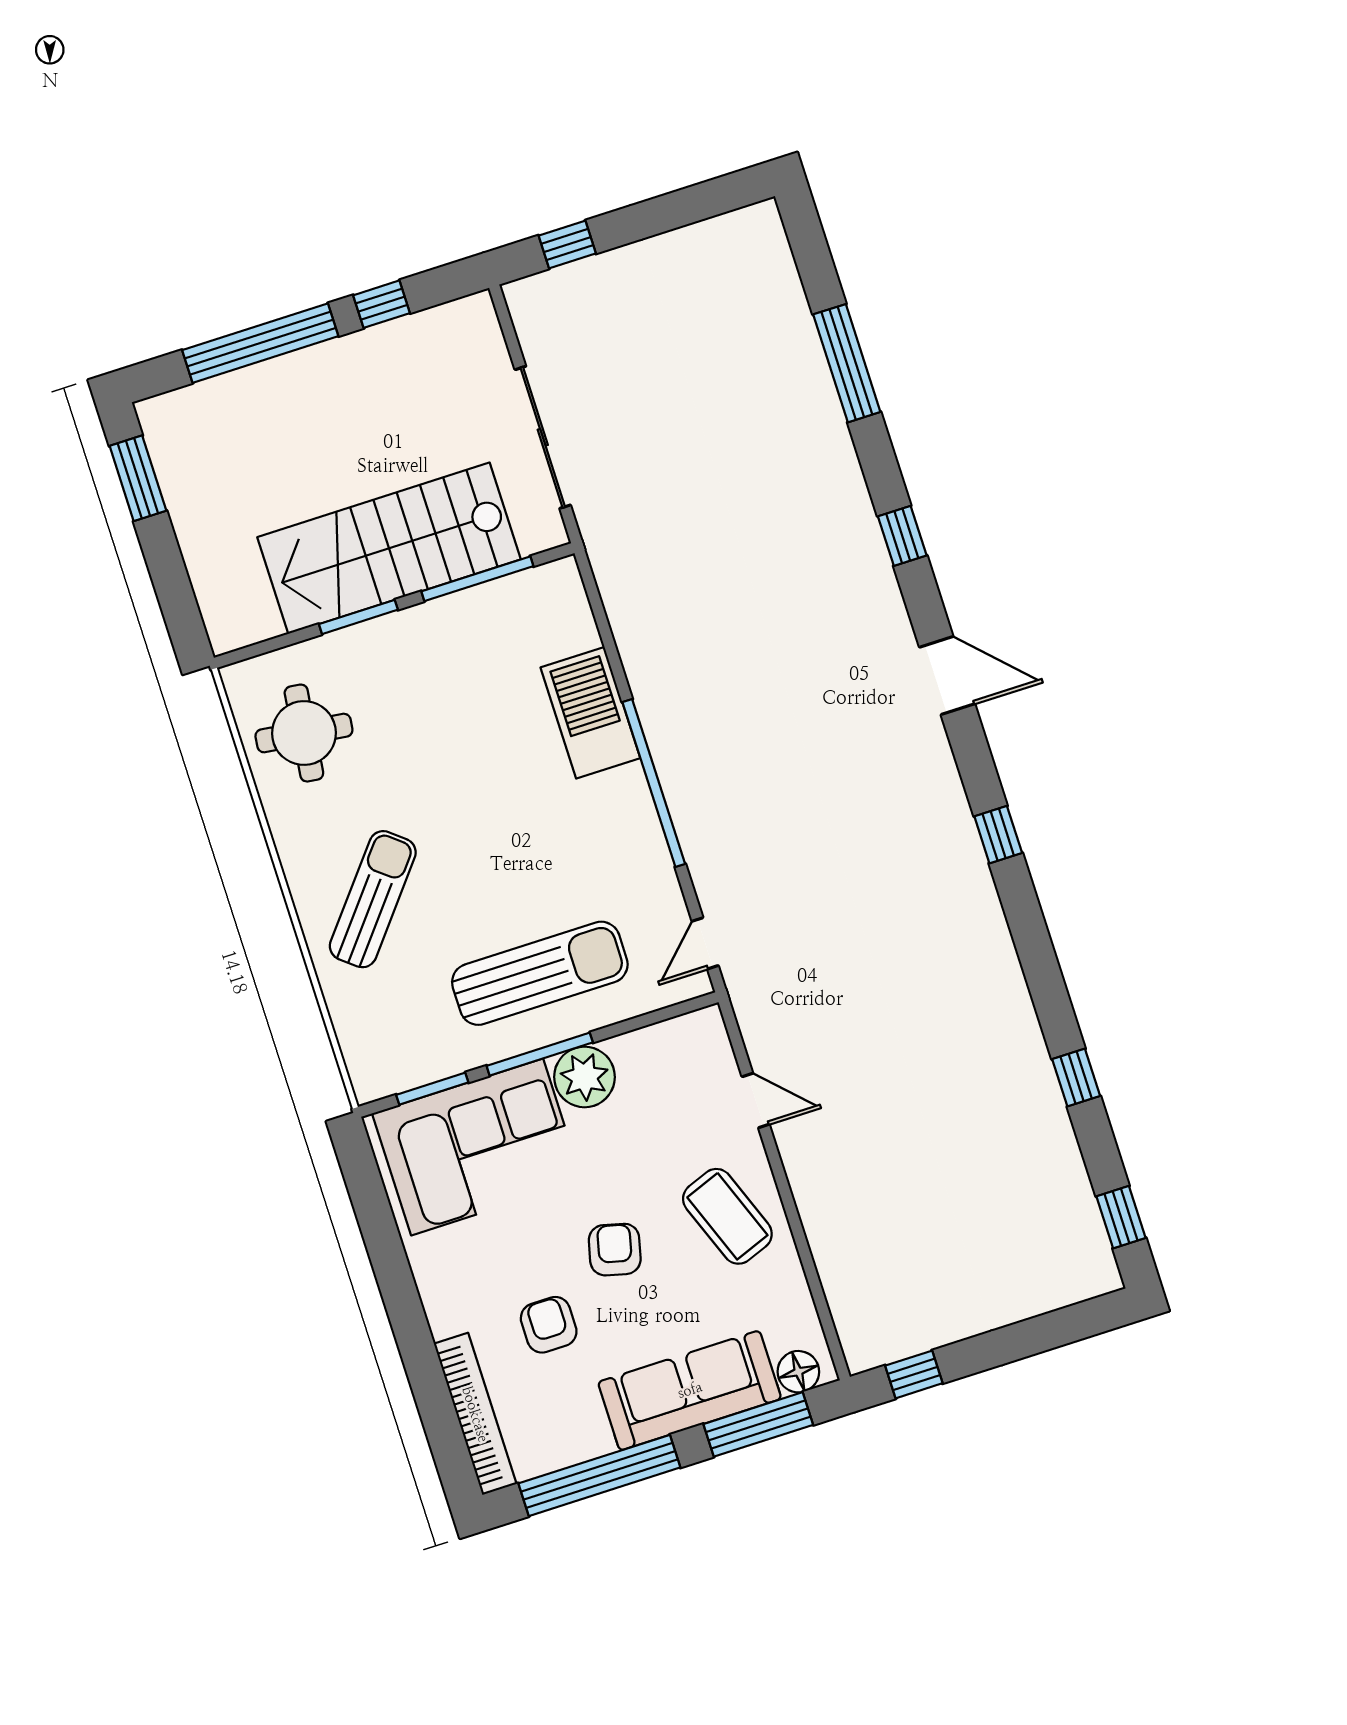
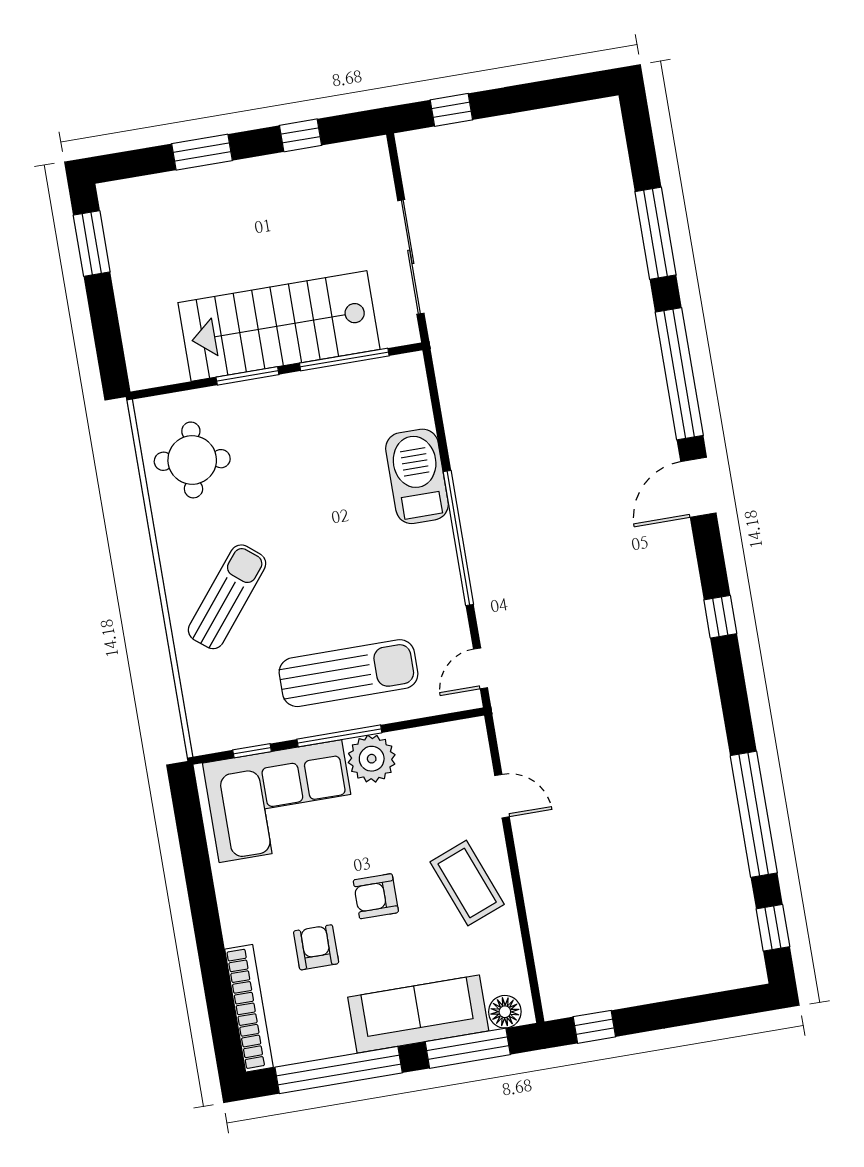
window: (260, 343) -> (202, 152), width x0.47
window: (902, 536) -> (679, 374), width x3.17
door: (947, 676) -> (698, 487), swing flipped
window: (1076, 1078) -> (754, 814), width x3.17
window: (432, 1089) -> (252, 751), width x0.67
armchair: (615, 1250) -> (376, 896), turned -104

